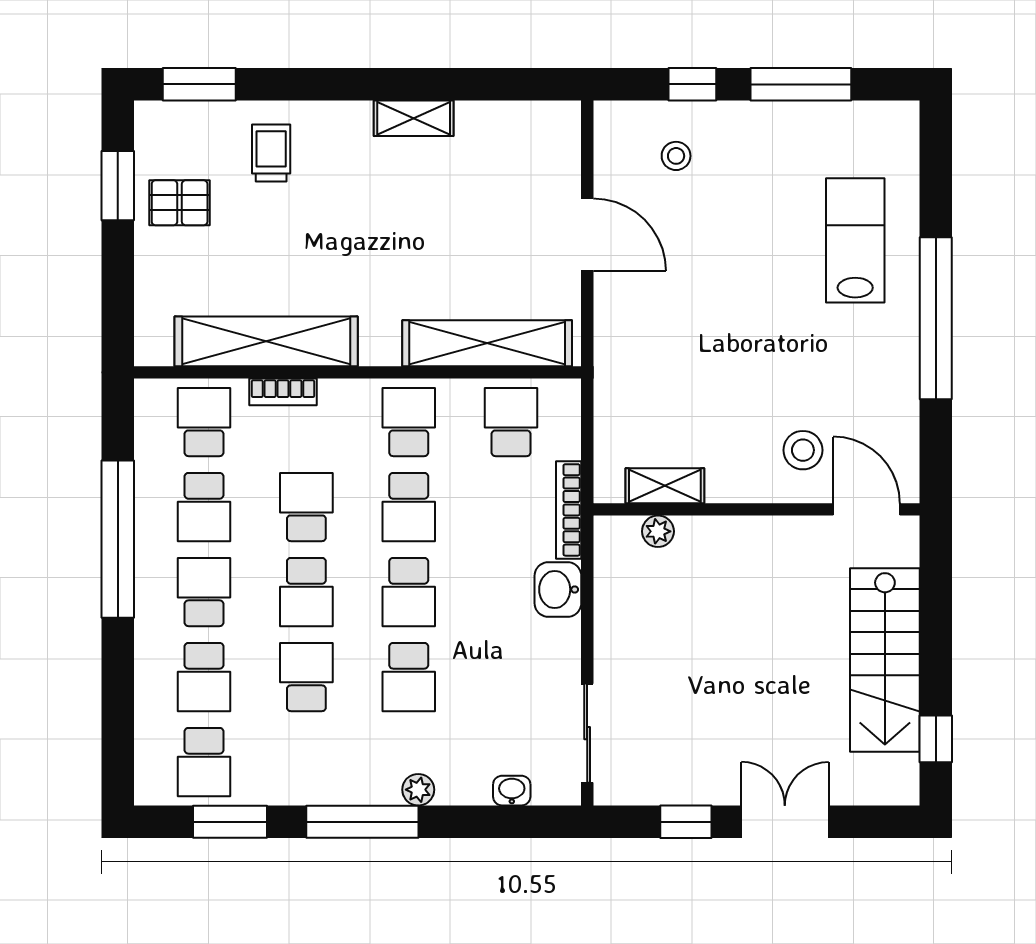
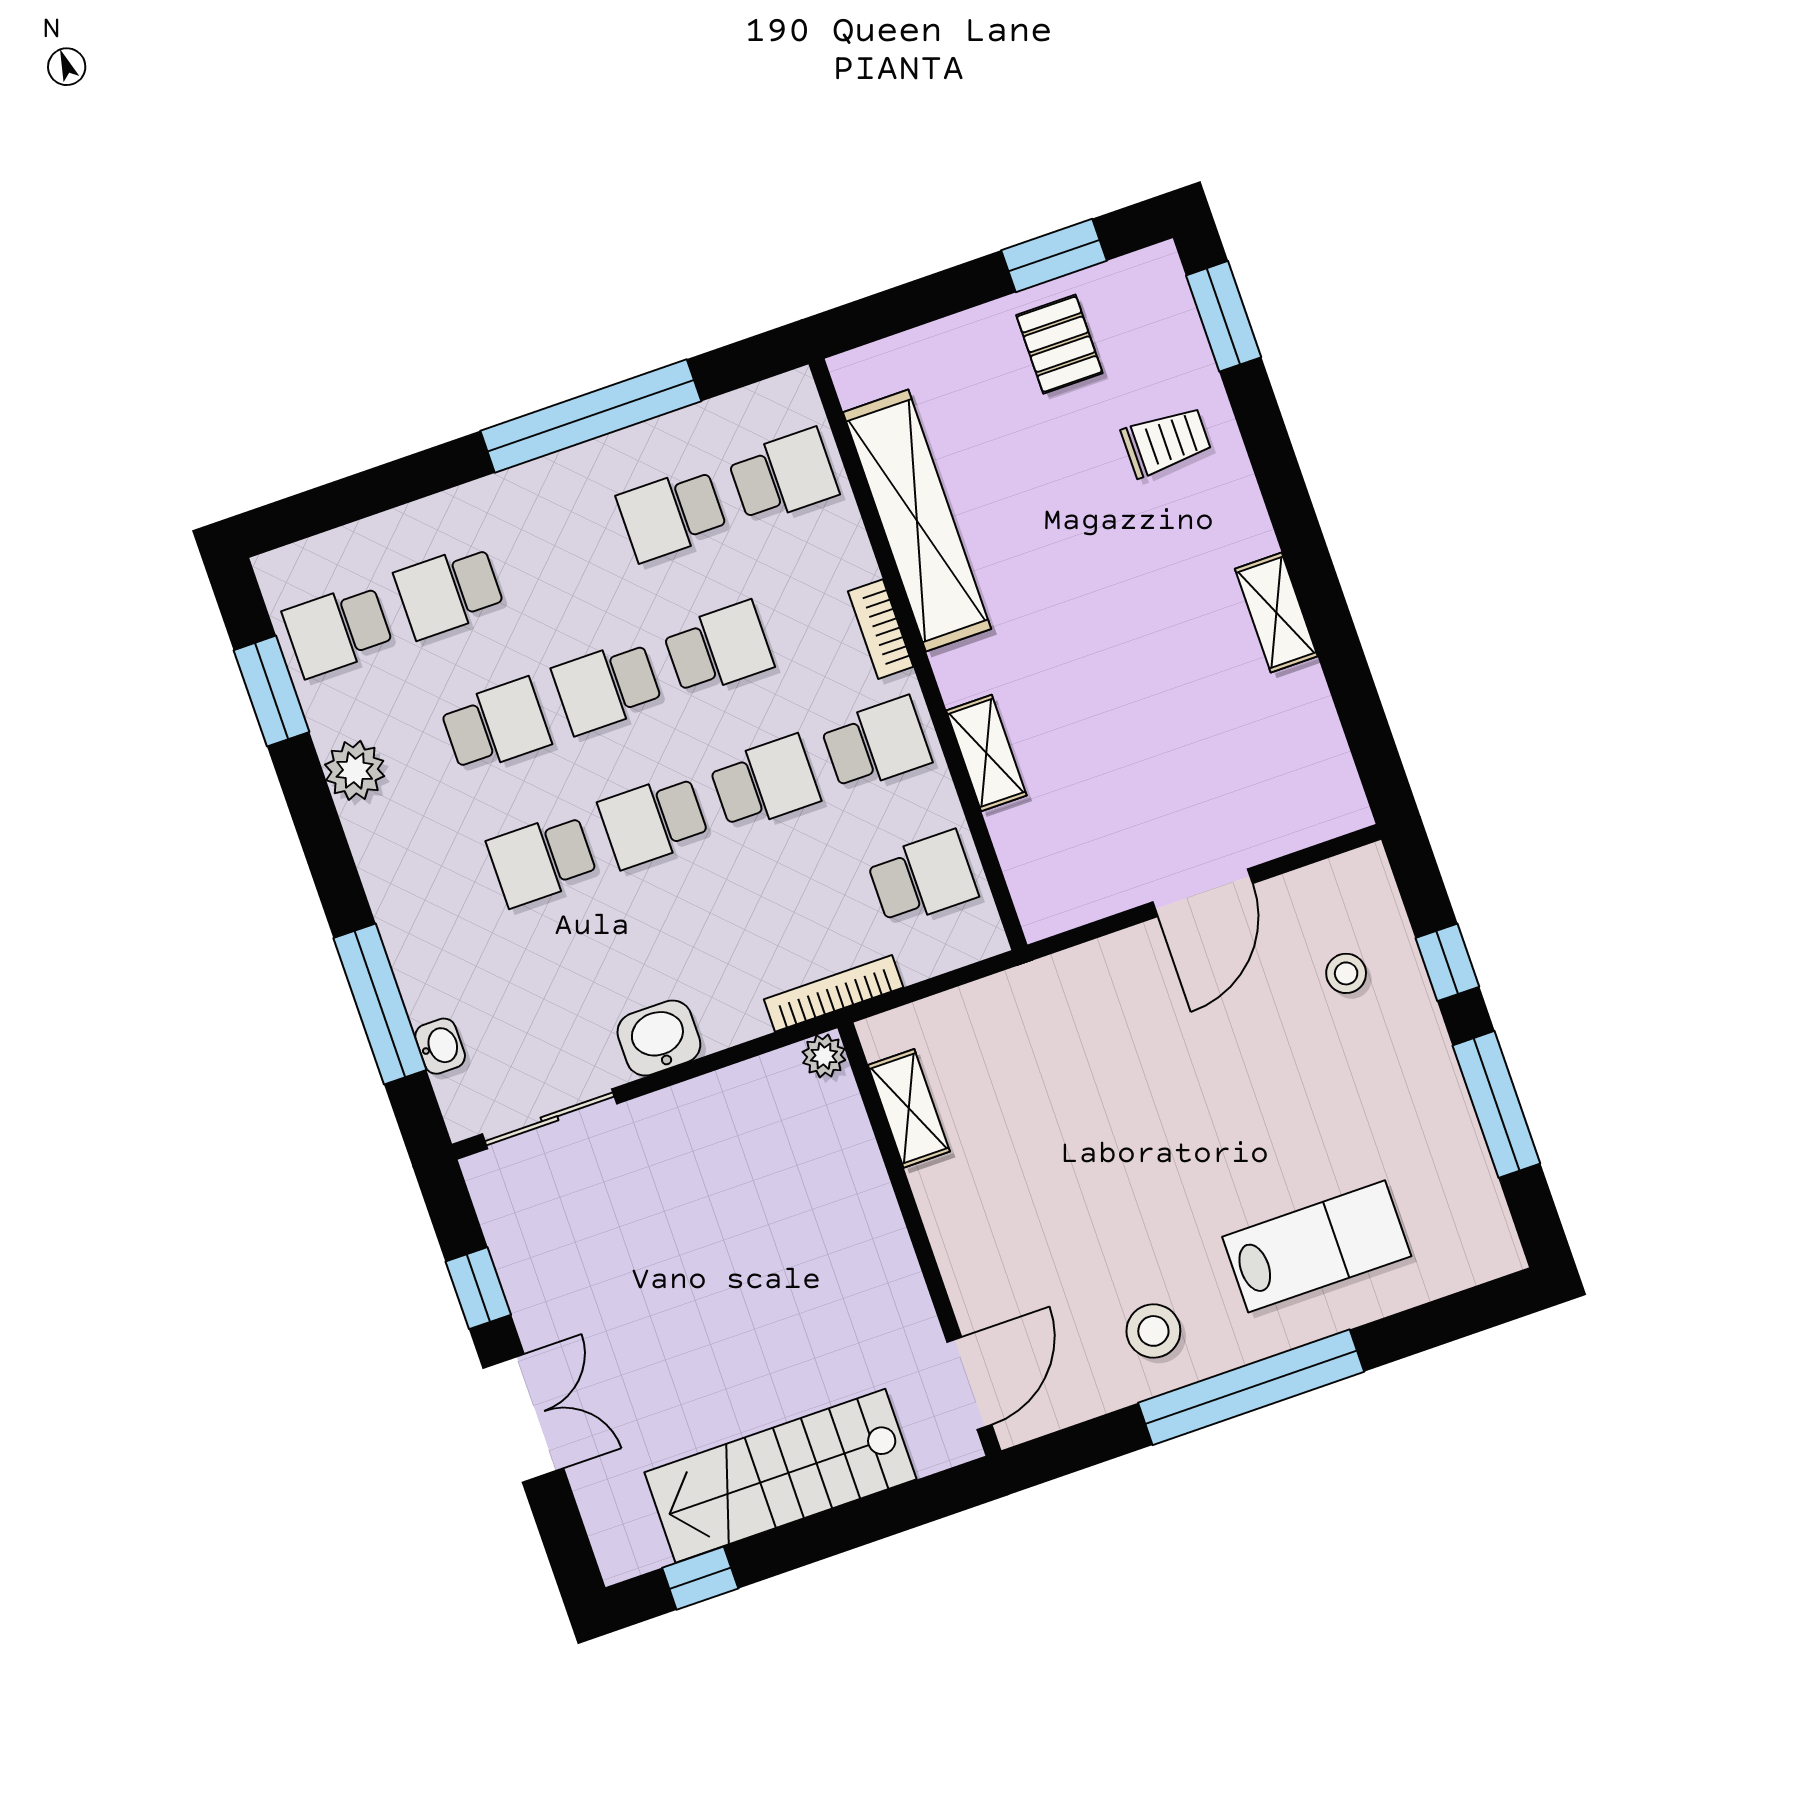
shelving: (487, 343) -> (986, 753), width x0.45, depth x0.75
bookcase: (283, 392) -> (881, 629), moved
stool: (803, 450) -> (1153, 1331), moved
school desk: (409, 507) -> (765, 782), turned 180
plant: (658, 531) -> (824, 1056), moved
washbasin: (558, 589) -> (659, 1038), moved
school desk: (204, 592) -> (561, 553), removed
plant: (418, 790) -> (355, 770), moved, width x1.38, depth x1.38
window: (362, 822) -> (380, 1004), moved

